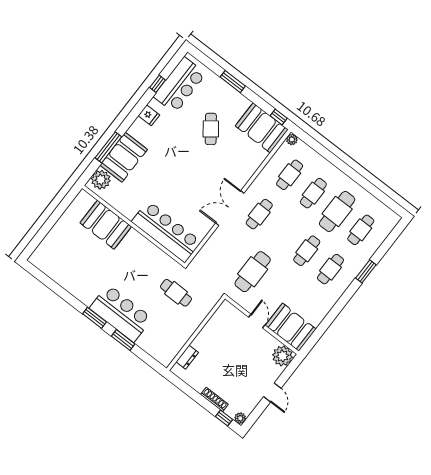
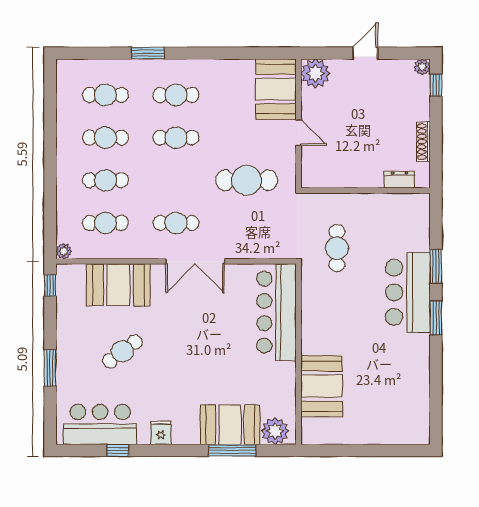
booth: (262, 128) -> (118, 285), moved, turned 90
cafe table: (337, 211) -> (105, 138), width x0.73, depth x0.74
door: (257, 321) -> (299, 133), swing flipped
shoe rack: (214, 399) -> (423, 142), moved

